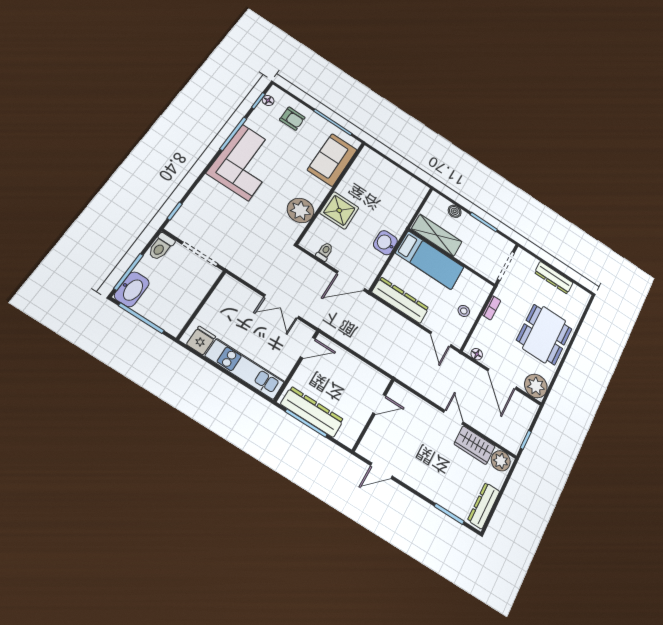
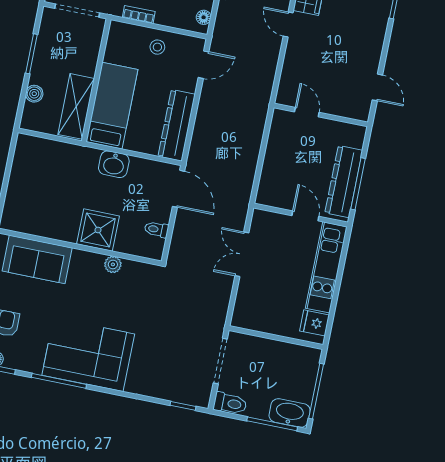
plant: (300, 210) -> (113, 264), width x0.53, depth x0.53
double door: (281, 307) -> (242, 254), swing flipped
door: (308, 348) -> (305, 216), moved
door: (453, 417) -> (288, 24), hinge flipped

